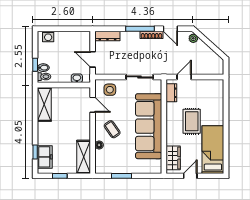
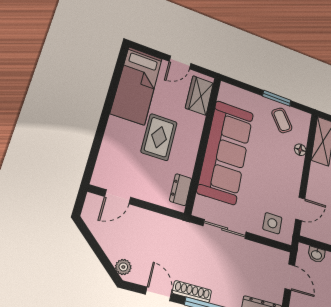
door: (184, 77) -> (118, 197), moved
door: (93, 105) -> (300, 209), swing flipped
coffee table: (112, 129) -> (282, 120), moved

